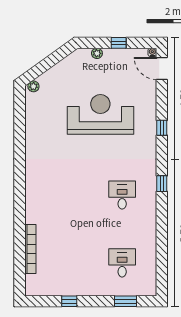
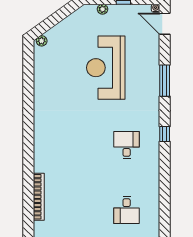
reception desk: (100, 114) -> (106, 68), turned -90
window: (162, 128) -> (165, 81), width x2.17
desk: (122, 263) -> (127, 210), turned 180

